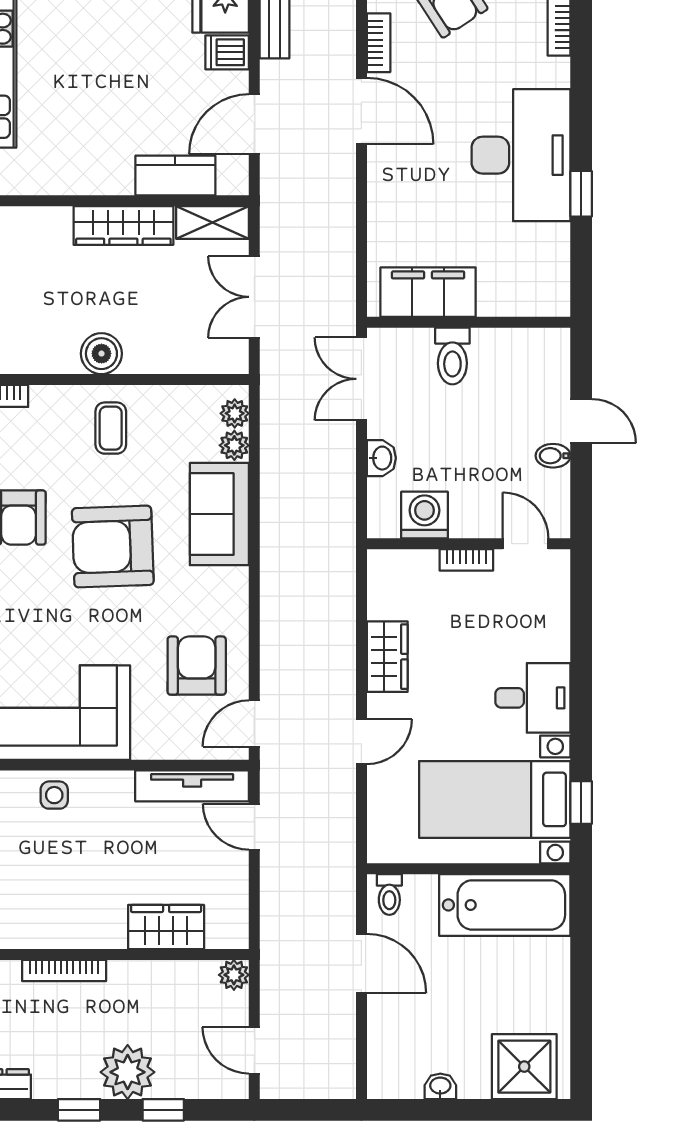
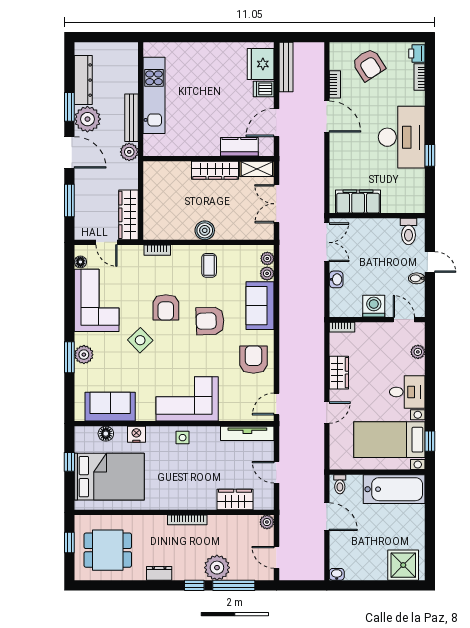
toilet: (452, 356) -> (408, 231), moved
double door: (361, 379) -> (327, 242), swing flipped
washing machine: (425, 515) -> (374, 306), moved
armchair: (113, 547) -> (210, 321), width x0.73, depth x0.73
bookcase: (466, 560) -> (342, 327), moved
plant: (555, 613) -> (418, 352), added
armchair: (197, 666) -> (253, 360), moved
door: (254, 827) -> (276, 472), moved
washbasin: (440, 1086) -> (337, 574), moved
window: (163, 1110) -> (234, 585), width x2.17

